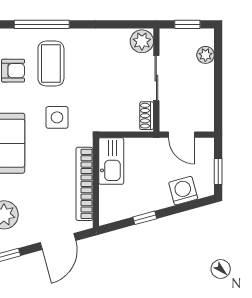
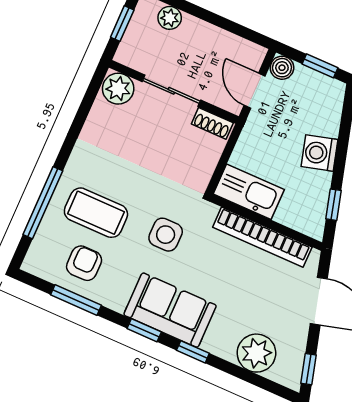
door: (182, 135) -> (255, 91), swing flipped
boiler: (205, 146) -> (282, 68), added
washing machine: (183, 191) -> (319, 153), moved
window: (145, 218) -> (333, 205), moved

